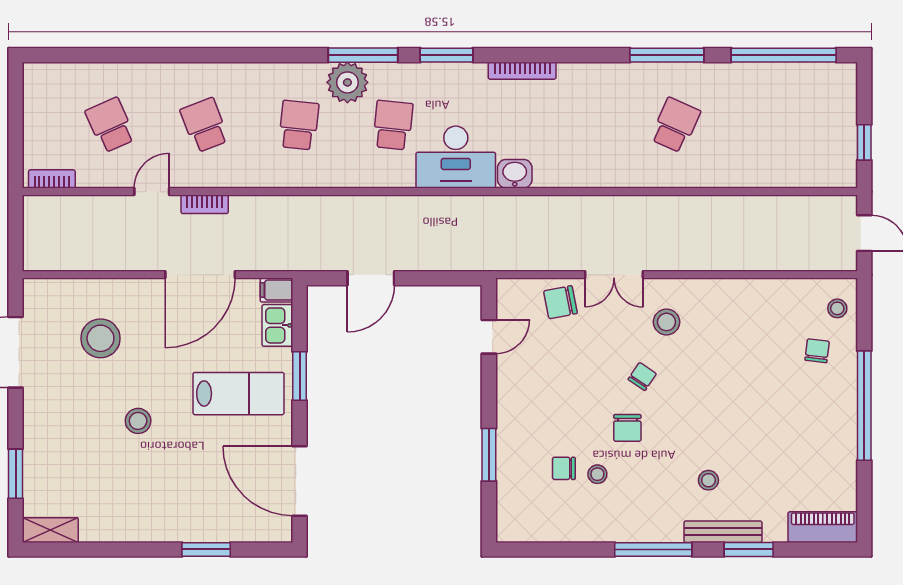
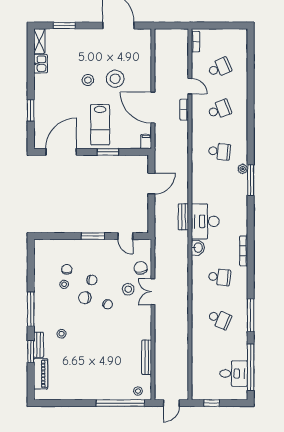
window: (446, 55) -> (251, 217), removed
plant: (347, 82) -> (243, 169), width x0.53, depth x0.53
desk: (798, 93) -> (234, 373), added
school desk: (393, 125) -> (219, 277), moved
bench: (446, 206) -> (183, 217), added
door: (371, 278) -> (151, 184), swing flipped
bench: (761, 289) -> (147, 357), added
stool: (666, 322) -> (128, 289), moved
kitchen sink: (277, 325) -> (41, 64), moved, turned 90
stool: (100, 338) -> (115, 79), moved
chair: (817, 351) -> (92, 280), moved
window: (864, 406) -> (120, 403), moved
window: (489, 455) -> (93, 236), moved
piano: (823, 527) -> (41, 374), moved
bench: (723, 532) -> (39, 345), width x0.73

